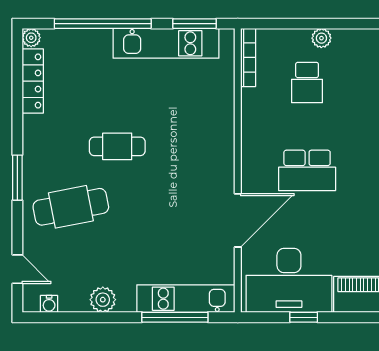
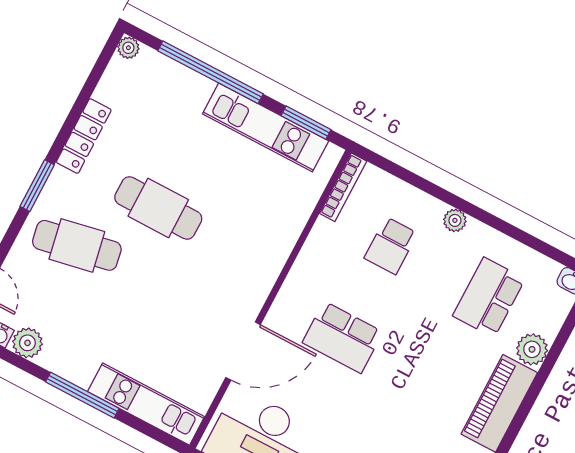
plant: (321, 38) -> (455, 220), moved
locker: (33, 81) -> (84, 136), moved
cafe table: (117, 146) -> (158, 208), width x1.37, depth x1.35
plant: (103, 300) -> (27, 343), moved
window: (175, 317) -> (82, 395), moved

